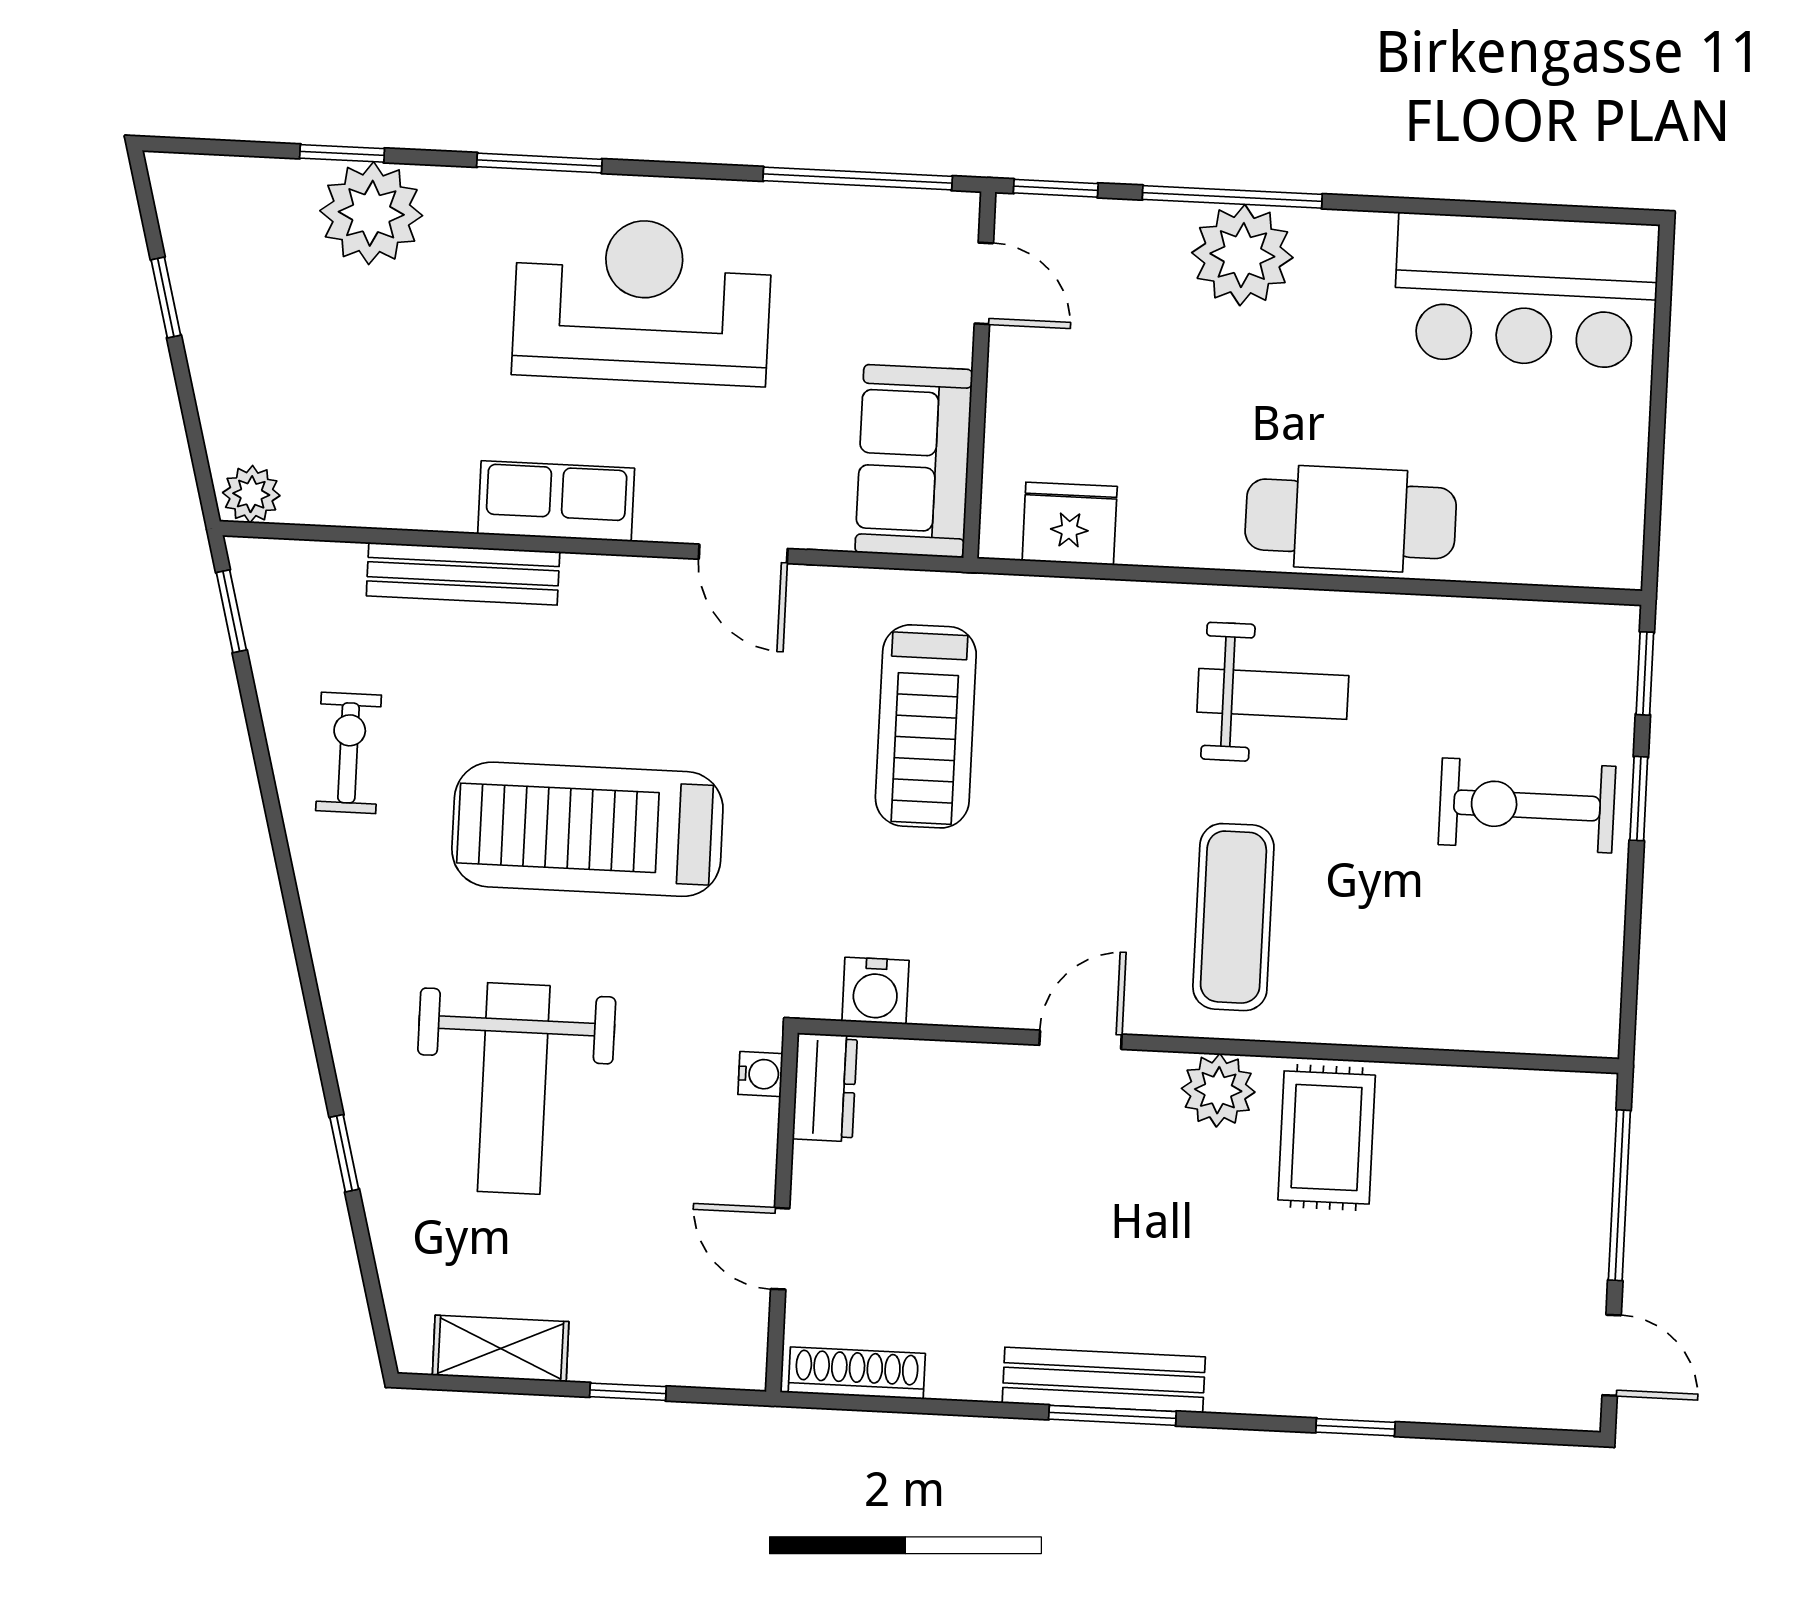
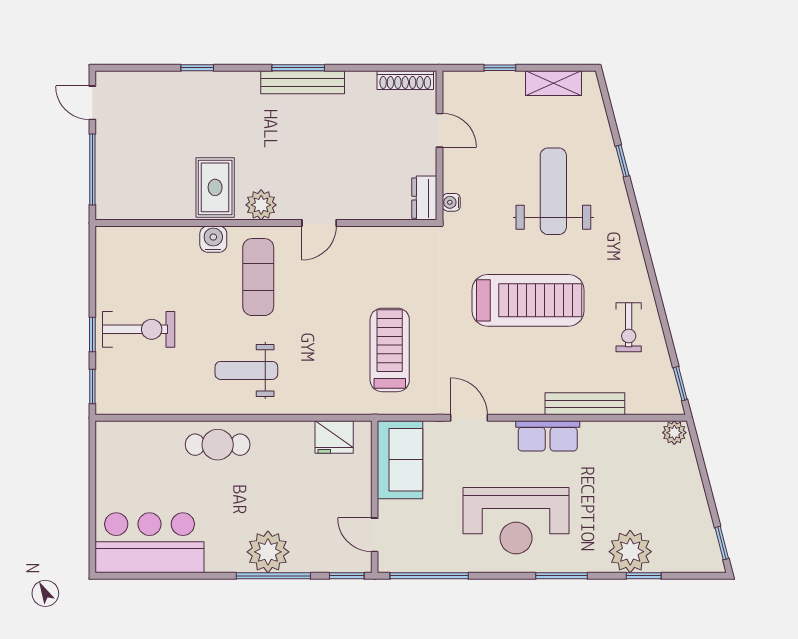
window: (166, 297) -> (722, 543), moved
cafe table: (1351, 519) -> (218, 445), width x0.73, depth x0.74
water cooler: (875, 991) -> (213, 239), moved

